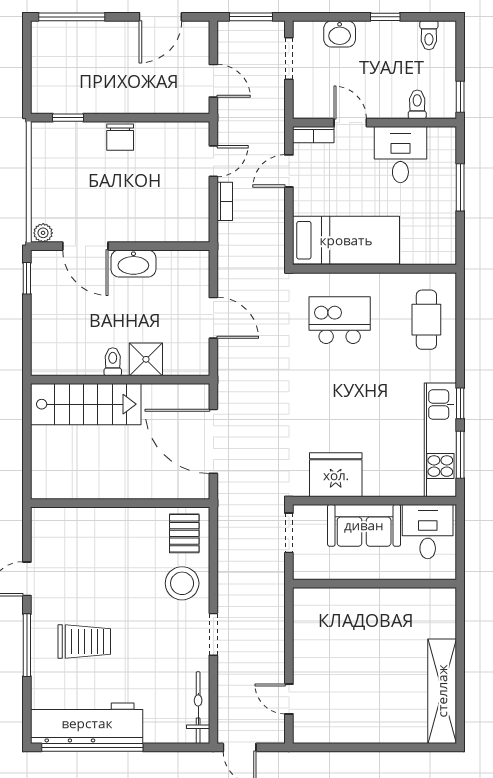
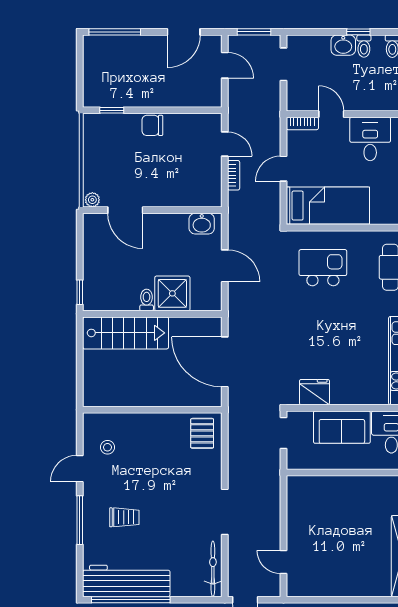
washbasin: (340, 34) -> (343, 45), moved
door: (213, 81) -> (225, 65), moved
toilet: (417, 104) -> (364, 46), moved, turned 180
chair: (120, 137) -> (152, 125), turned 90
door: (213, 161) -> (225, 144), hinge flipped
door: (289, 171) -> (283, 169), moved
washbasin: (133, 264) -> (202, 224), moved, width x0.72
window: (27, 278) -> (80, 292), moved
shower: (146, 359) -> (172, 293), width x1.36, depth x1.36
fridge: (336, 475) -> (314, 392), width x0.73, depth x0.75
stool: (182, 583) -> (107, 447), moved, width x0.53, depth x0.53
doorway: (213, 634) -> (225, 512), width x1.38
trolley: (84, 641) -> (124, 517), width x0.73, depth x0.72

